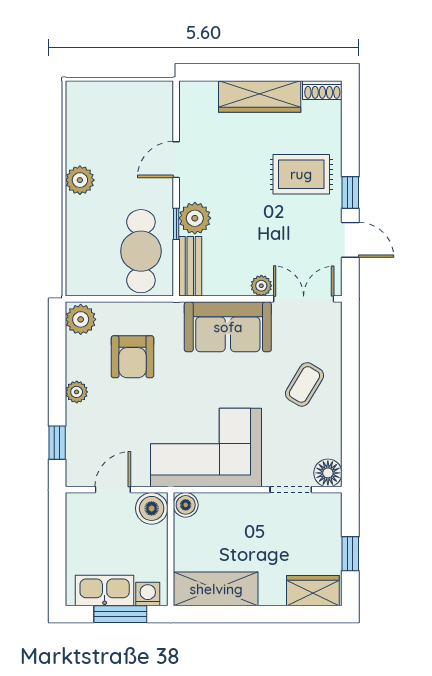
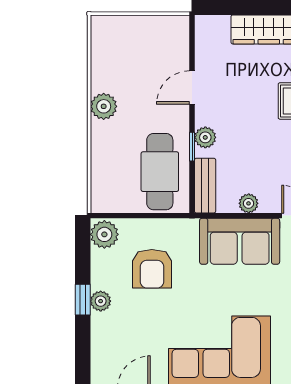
plant: (195, 218) -> (205, 137), width x0.73, depth x0.73
plant: (261, 286) -> (249, 203), moved
window: (57, 443) -> (83, 300), moved

